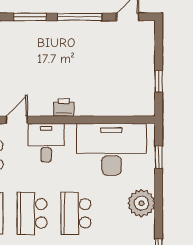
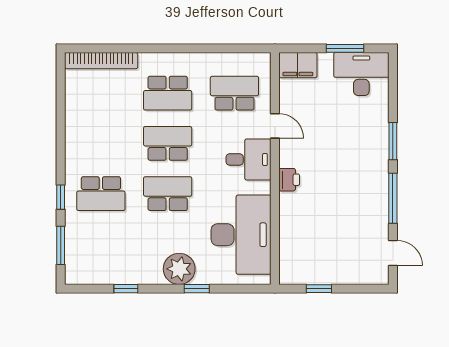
window: (159, 157) -> (197, 289), moved

